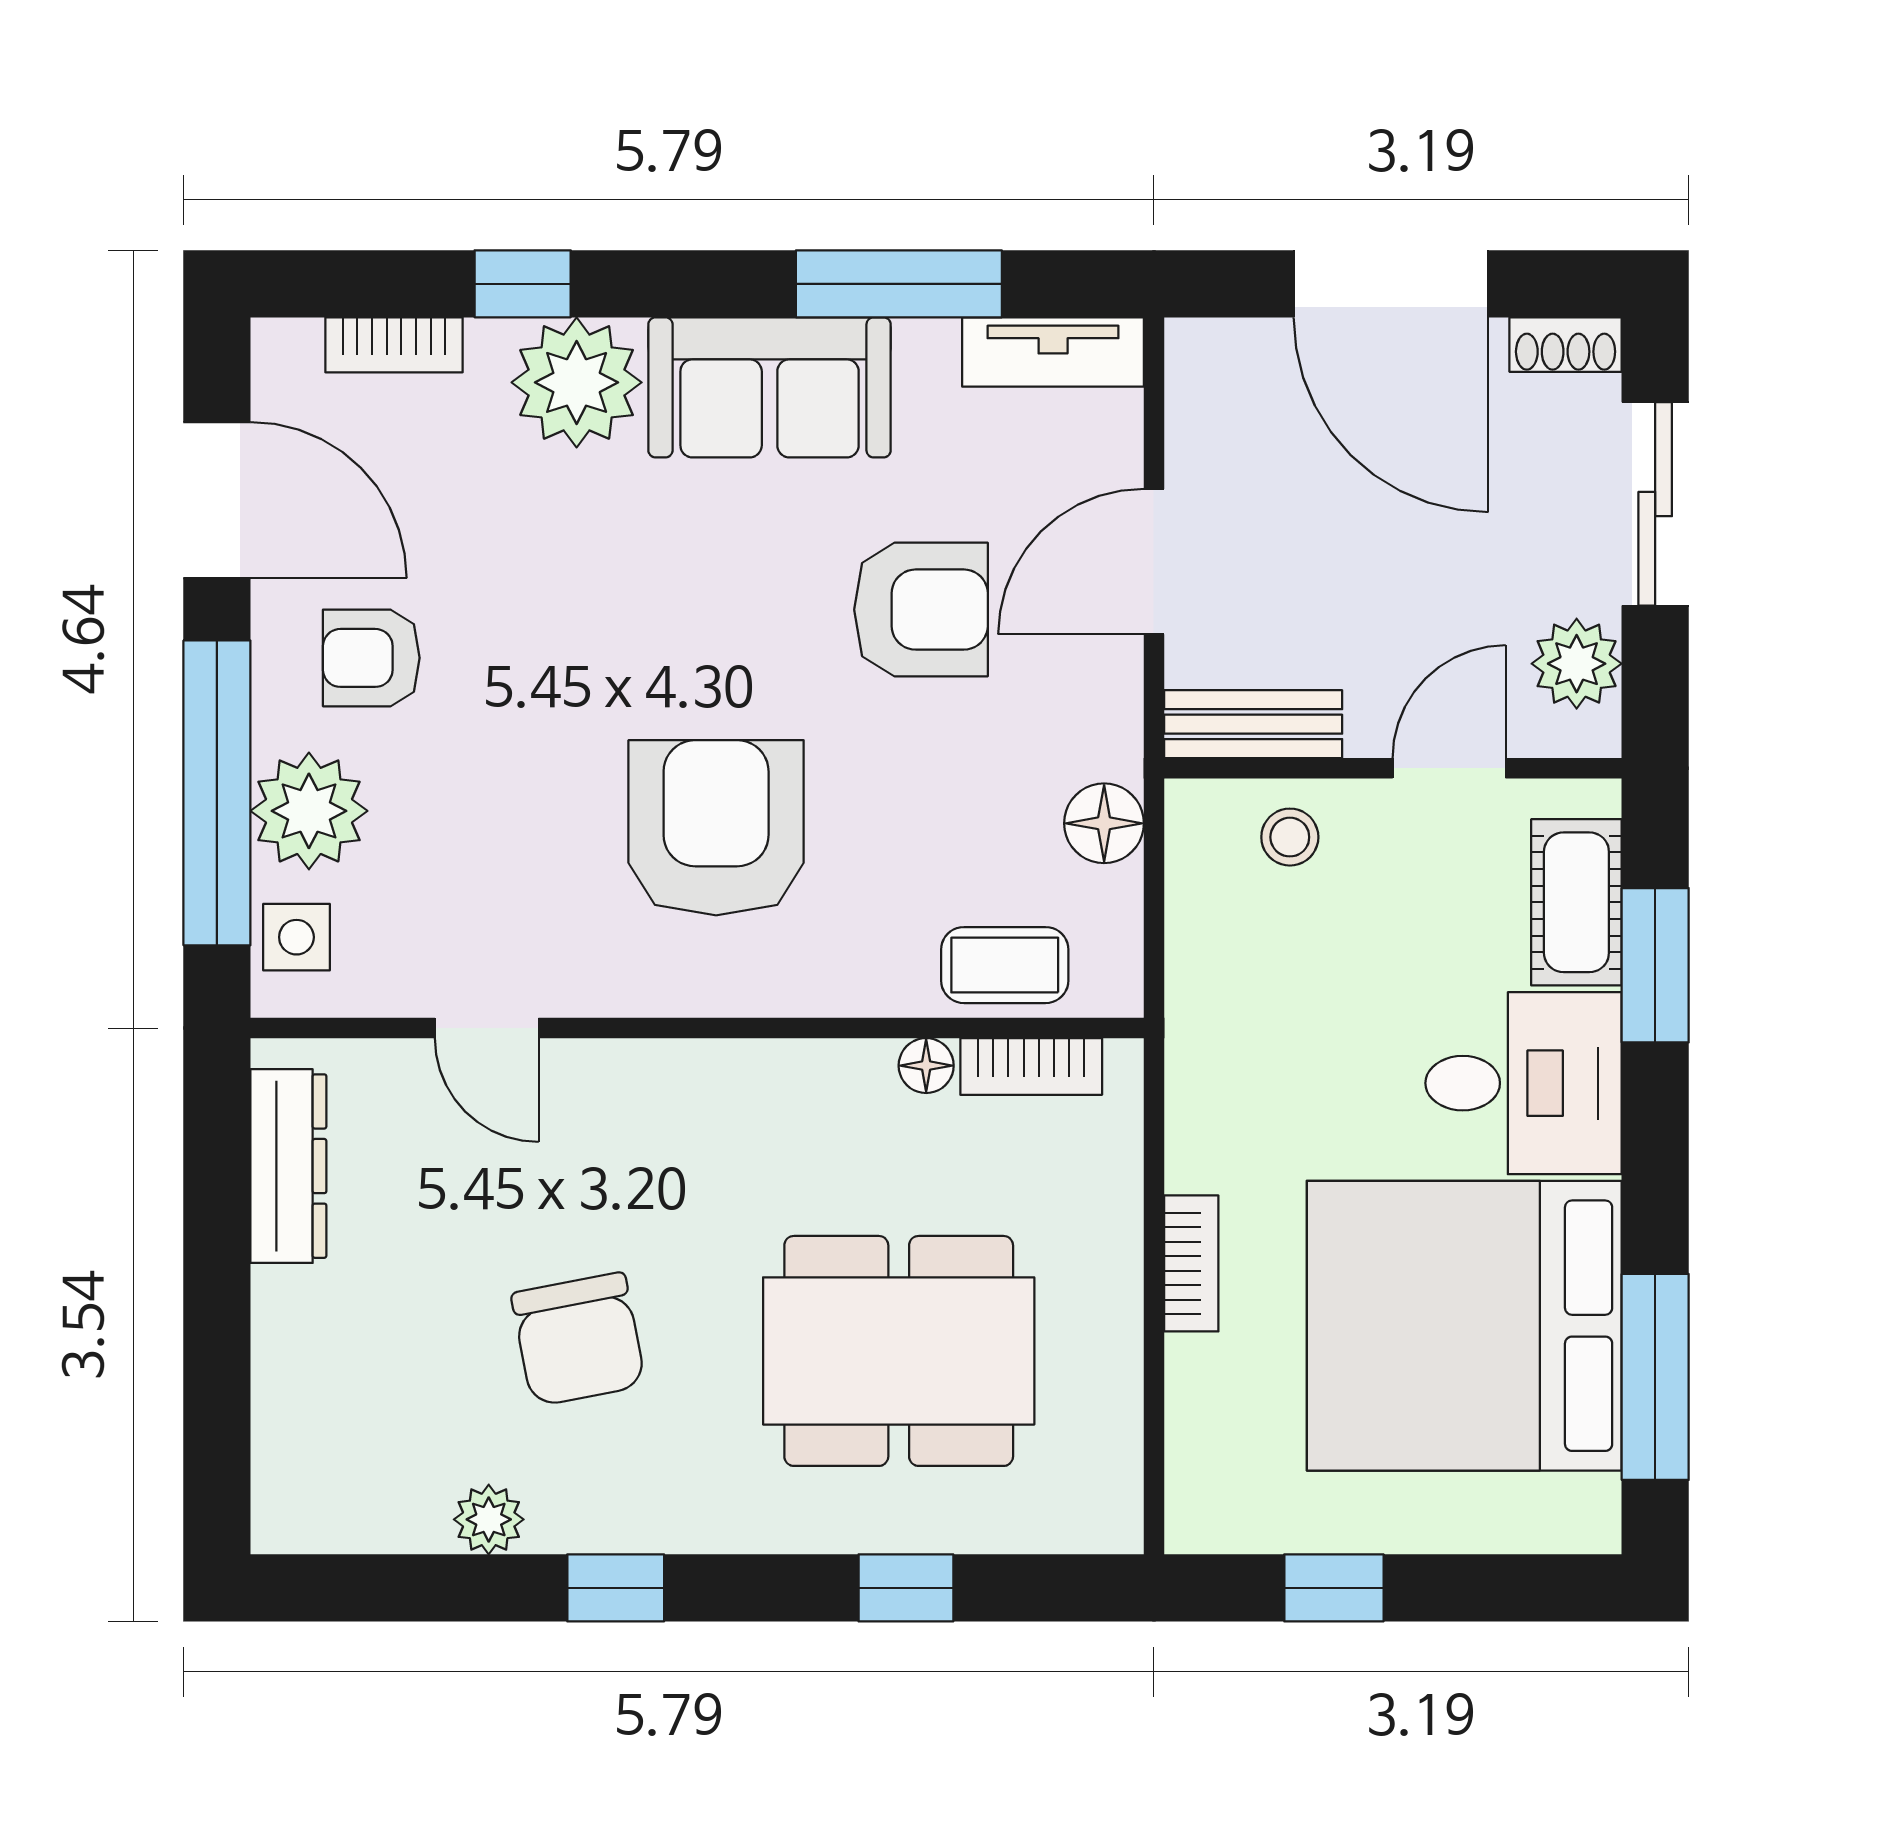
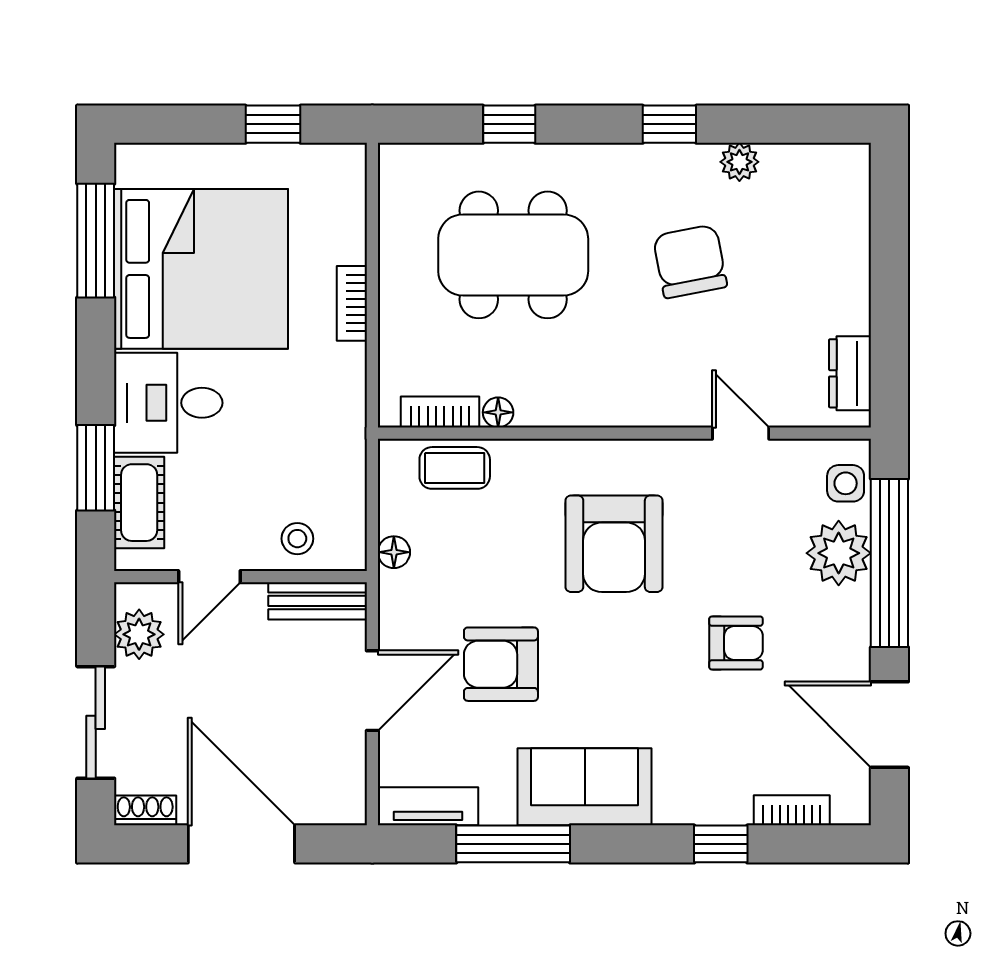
plant: (577, 382) -> (691, 790), removed
armchair: (371, 658) -> (736, 643), moved
floor lamp: (1104, 823) -> (394, 552), width x0.73, depth x0.73
dresser: (288, 1166) -> (850, 373), width x0.70

